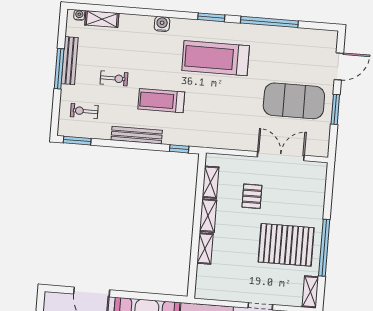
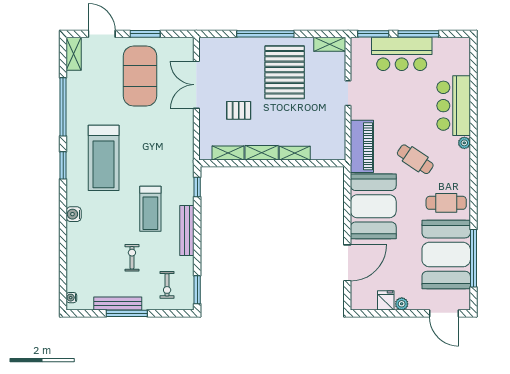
shelving: (102, 19) -> (74, 54), moved
window: (324, 248) -> (265, 34), moved

